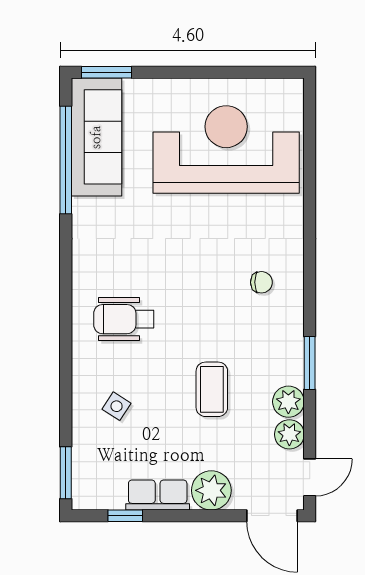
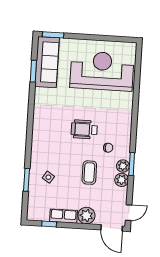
window: (66, 160) -> (33, 71), width x0.47
chair: (261, 282) -> (108, 148), moved
wheelchair: (124, 319) -> (84, 129), moved
plant: (289, 434) -> (123, 166), moved
window: (66, 473) -> (27, 180), moved

